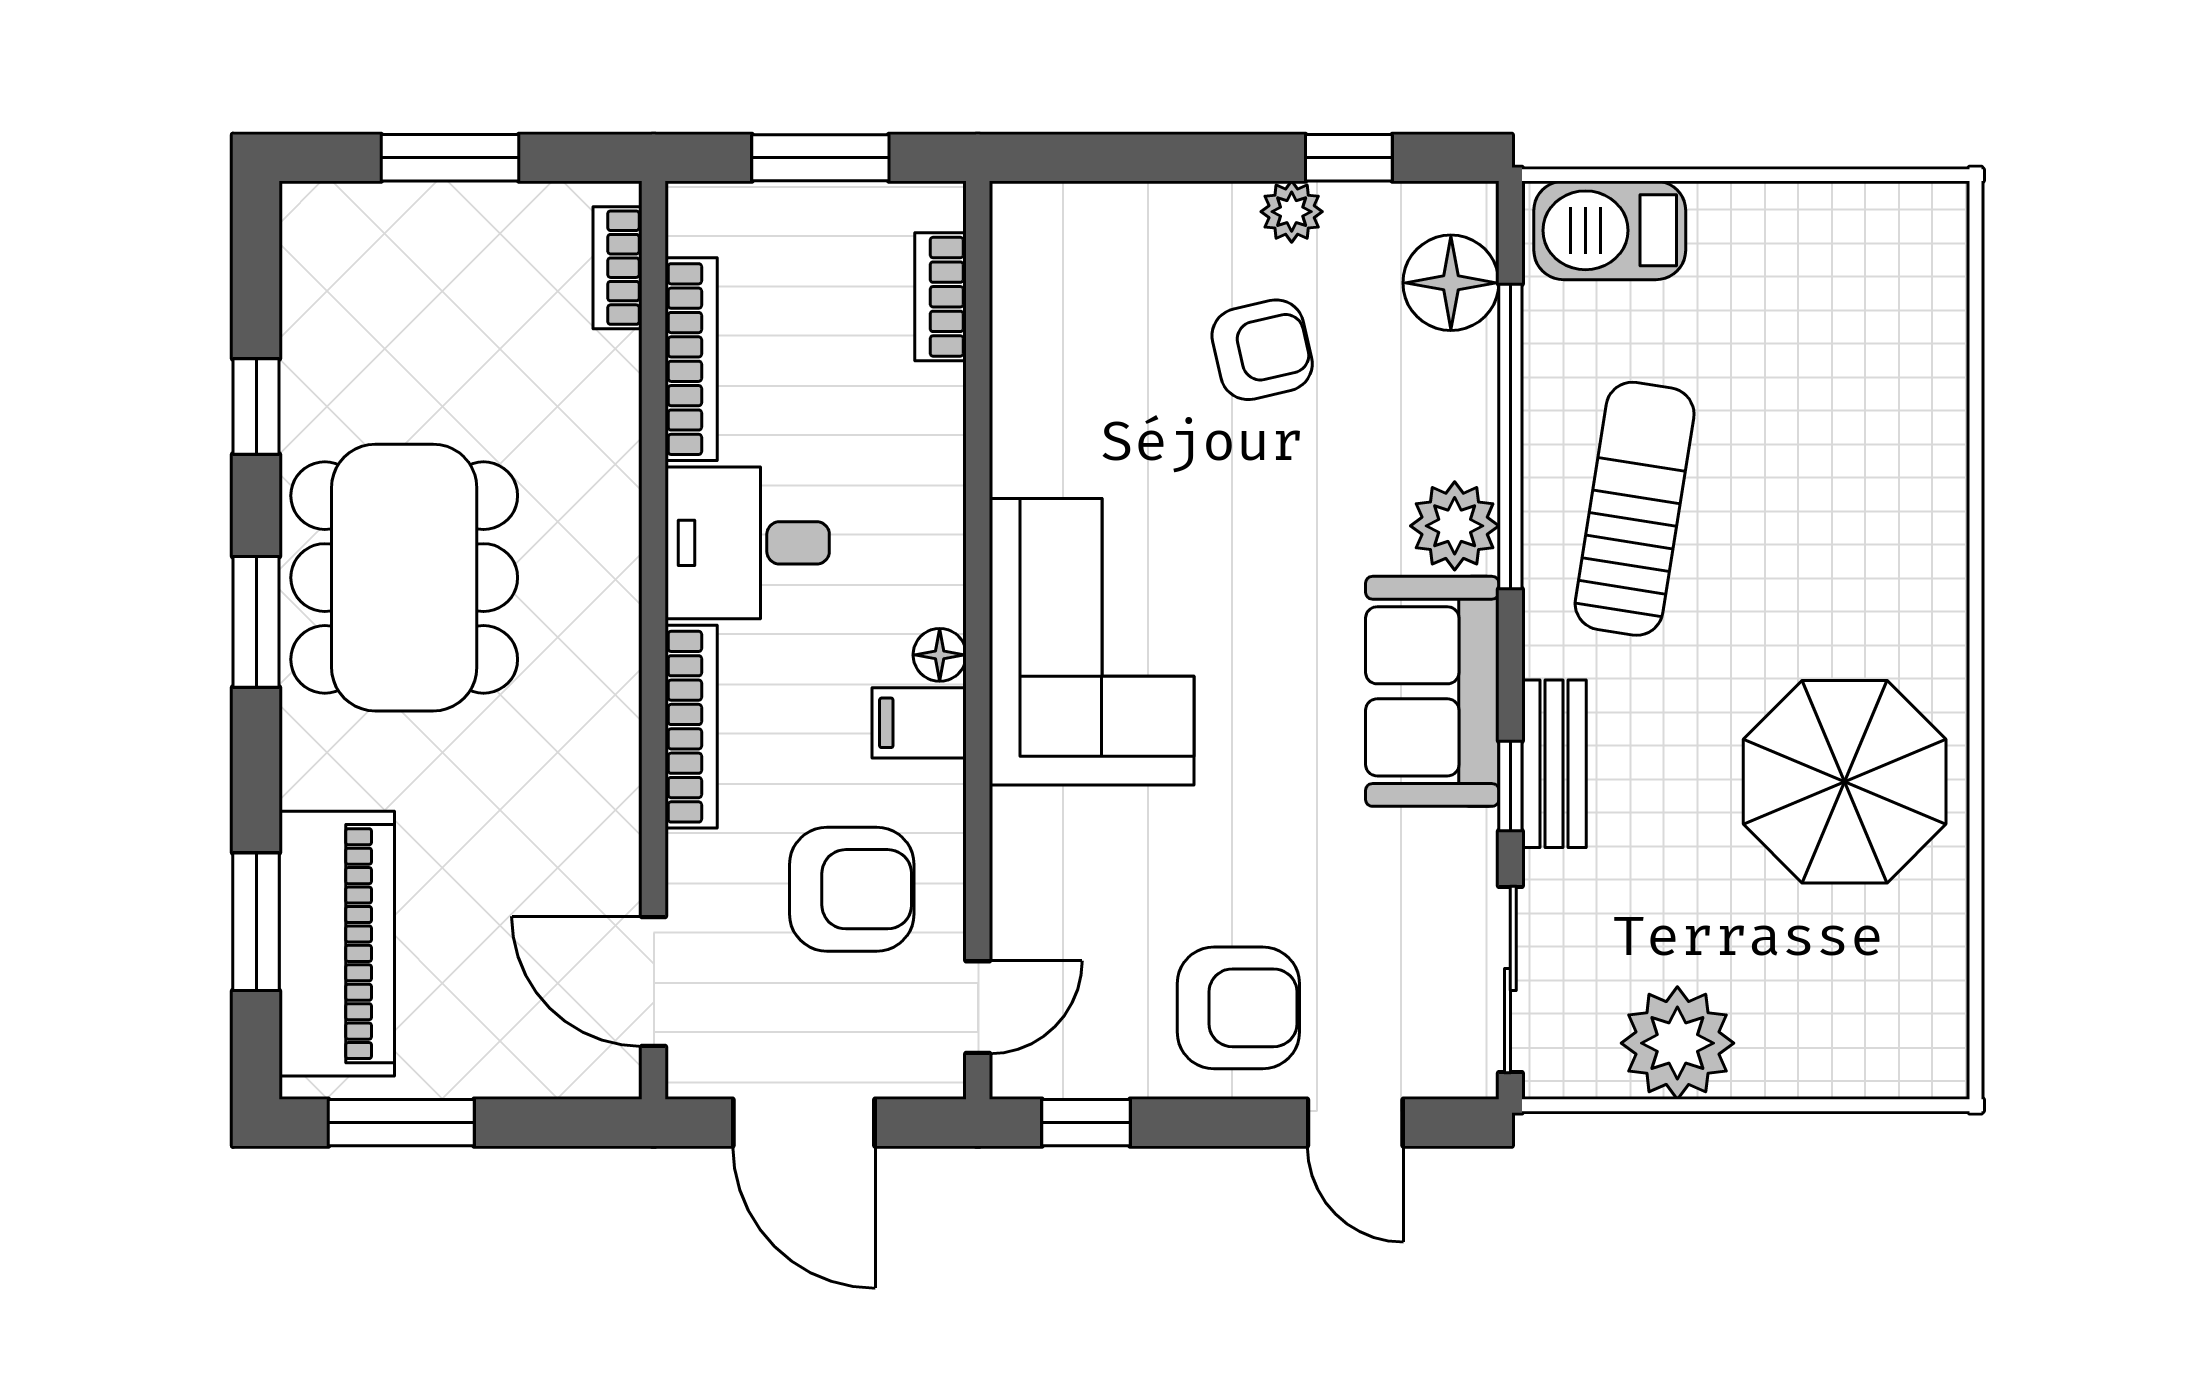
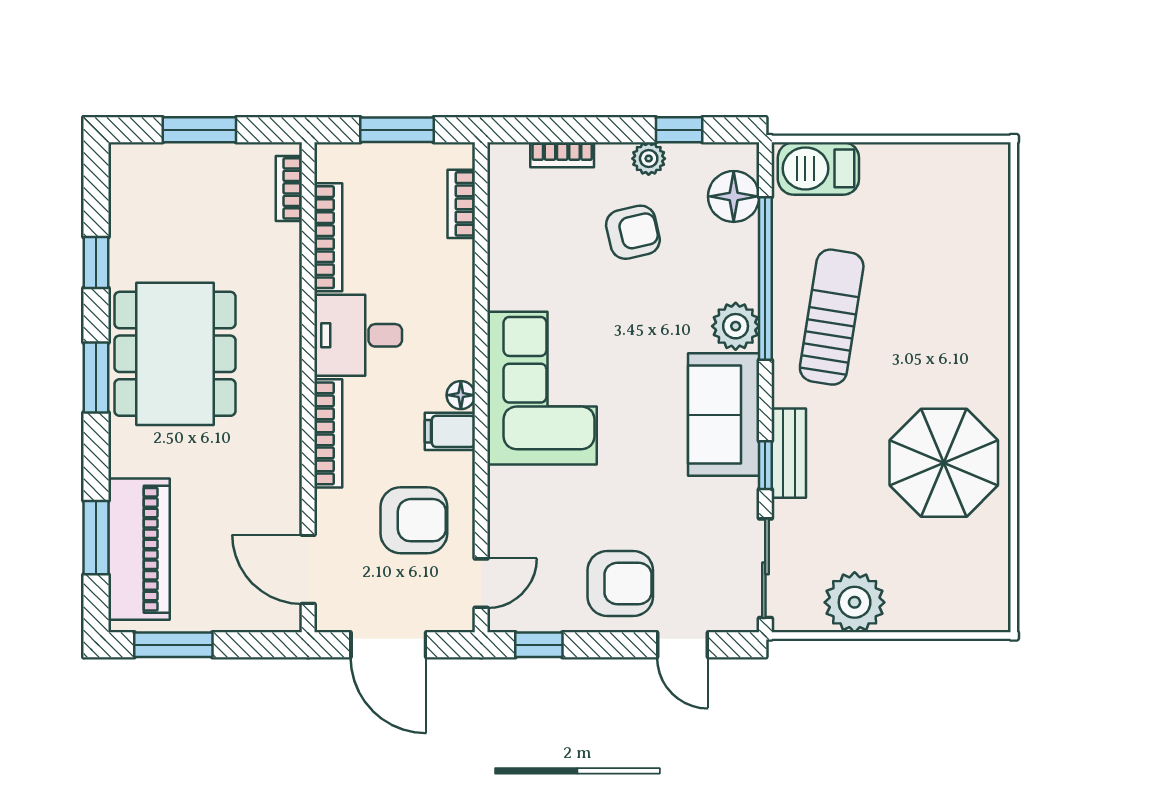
bookcase: (1130, 205) -> (562, 155), added

